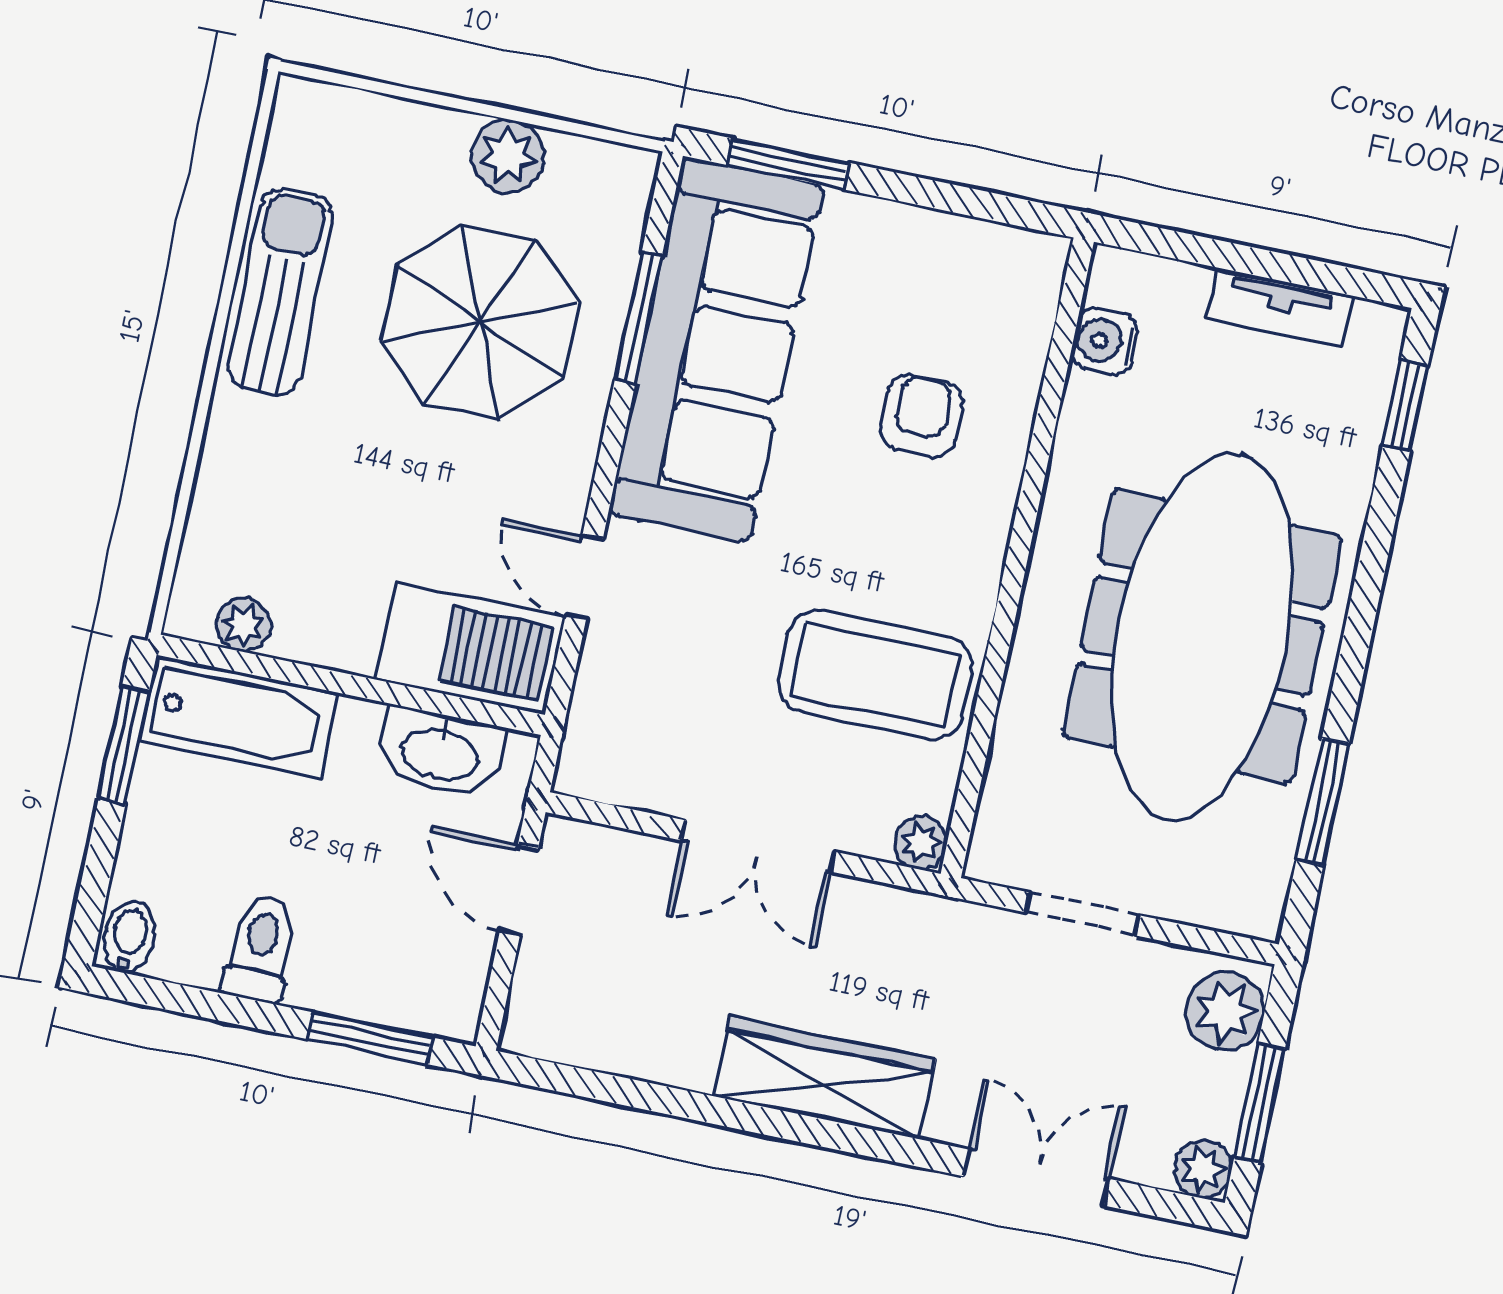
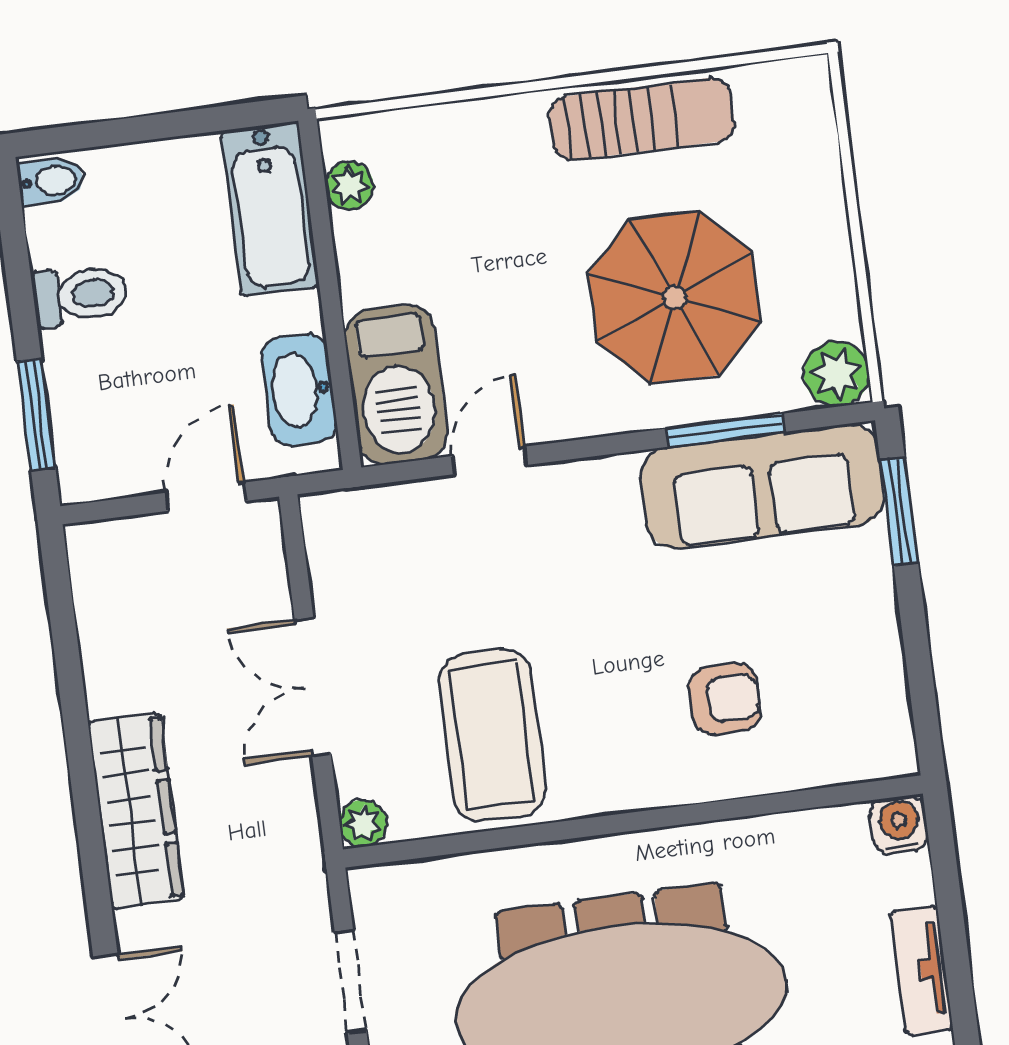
plant: (508, 156) -> (836, 374), moved
water cooler: (1104, 341) -> (899, 824), moved
sofa: (716, 349) -> (762, 486), width x0.74, depth x0.79
window: (124, 745) -> (212, 120), removed

